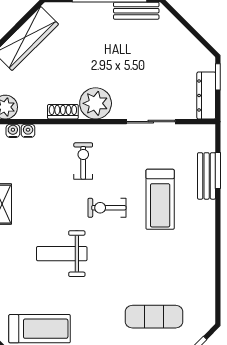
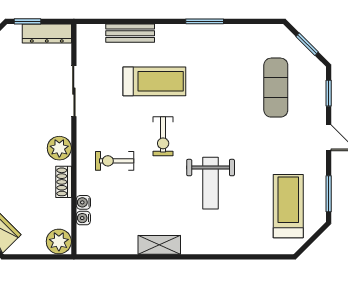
plant: (96, 103) -> (59, 148), width x0.73, depth x0.73
water cooler: (13, 131) -> (83, 202), moved
window: (218, 170) -> (205, 21), moved

